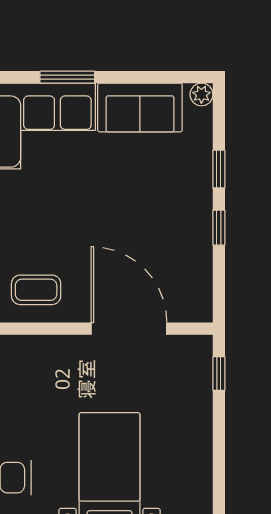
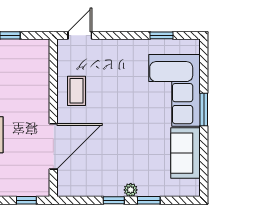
plant: (201, 94) -> (131, 190), moved

